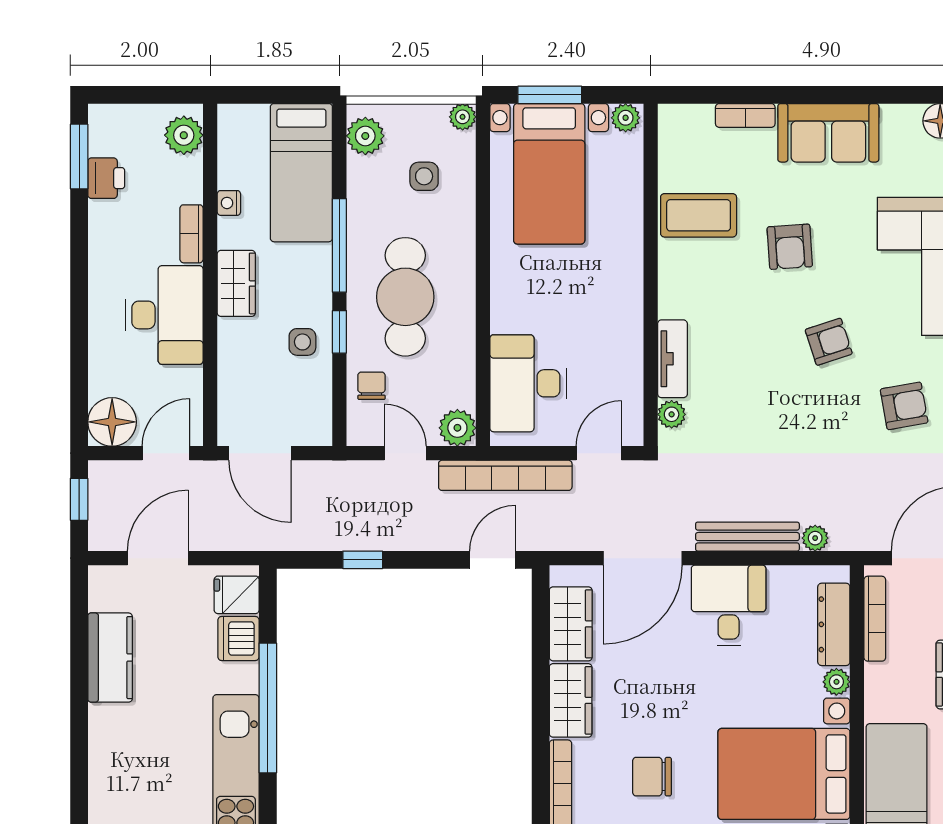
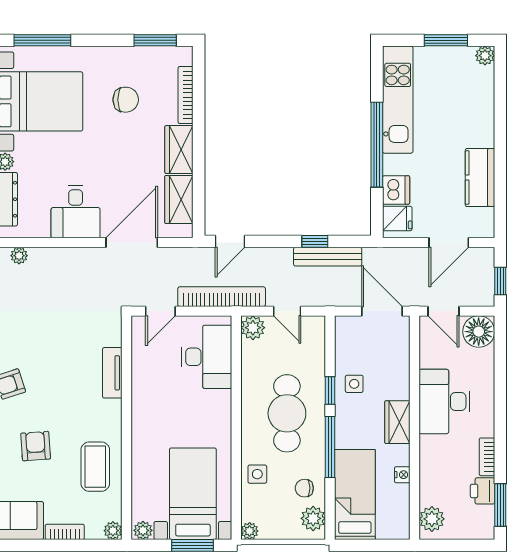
side table: (424, 176) -> (257, 474), moved
coffee table: (699, 215) -> (95, 467), turned 90
bookcase: (192, 234) -> (487, 457), moved, turned 180
chair: (371, 386) -> (304, 488), moved, turned 90
plant: (672, 414) -> (113, 531), moved
door: (166, 453) -> (443, 311), hinge flipped
bench: (747, 537) -> (328, 257), moved

